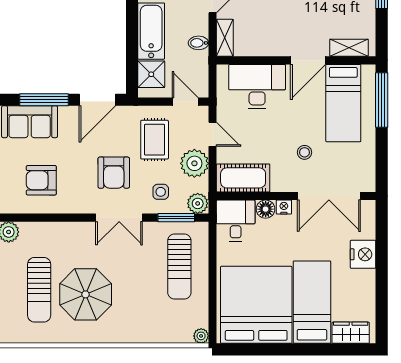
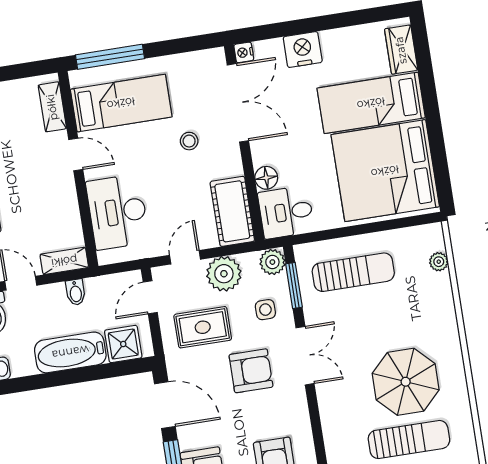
door: (308, 60) -> (76, 154), width x0.73
nightstand: (284, 207) -> (244, 52), moved
plant: (201, 336) -> (439, 262), moved

